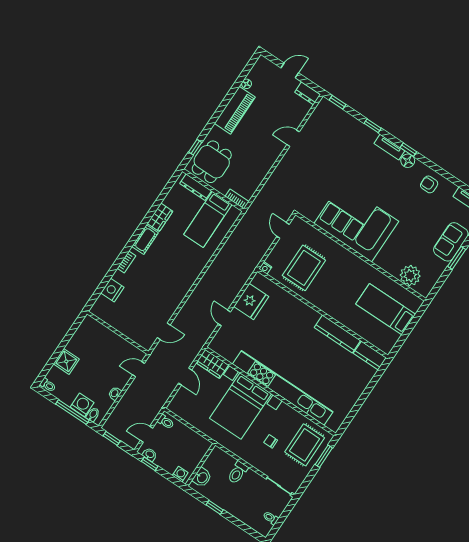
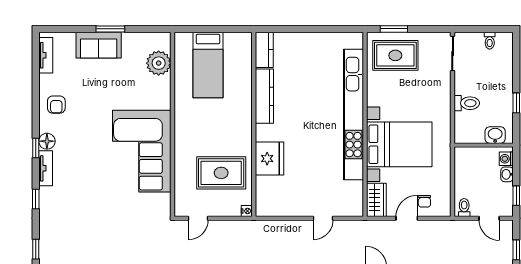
fridge: (251, 302) -> (269, 159), moved, turned 90
chair: (271, 441) -> (424, 201), moved
washbasin: (150, 454) -> (507, 174), moved

